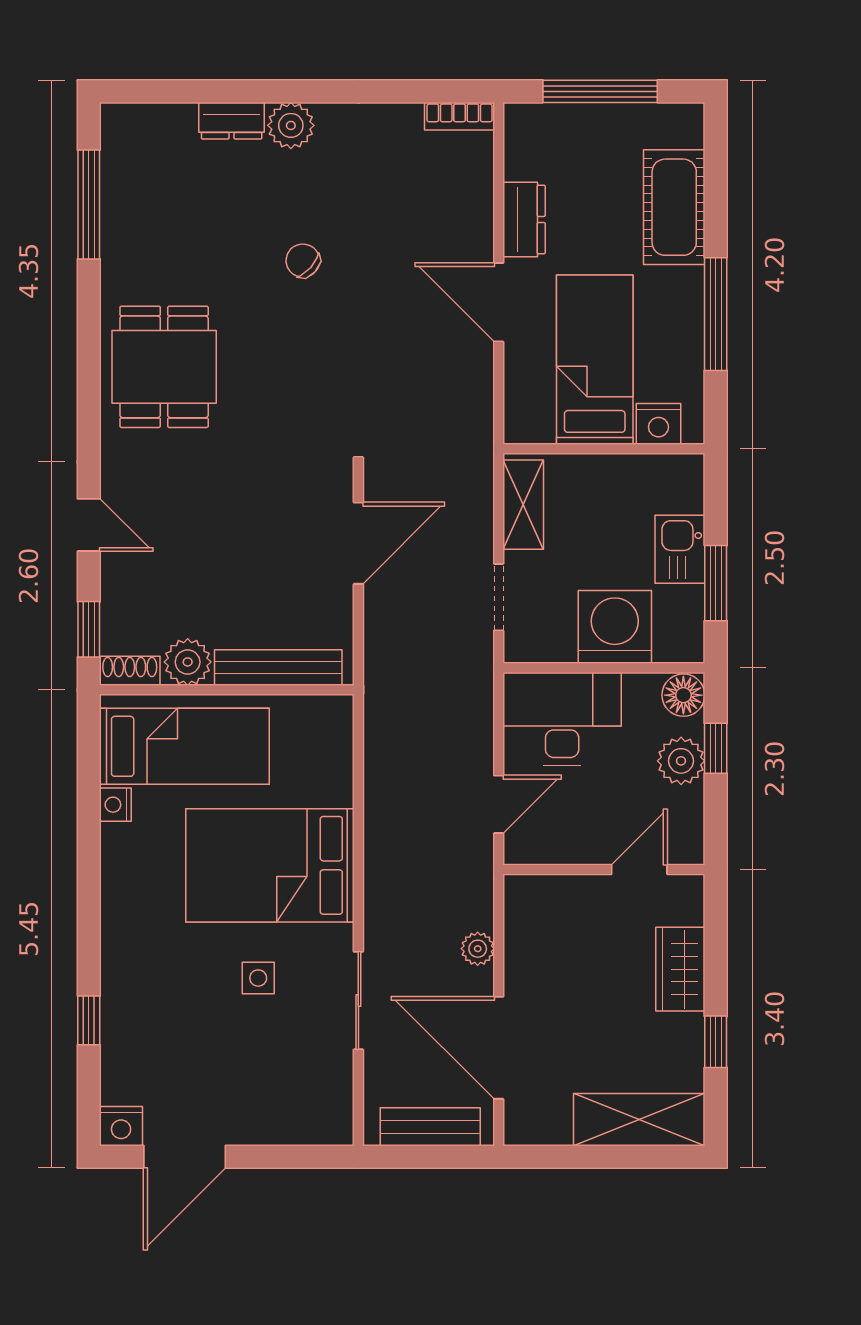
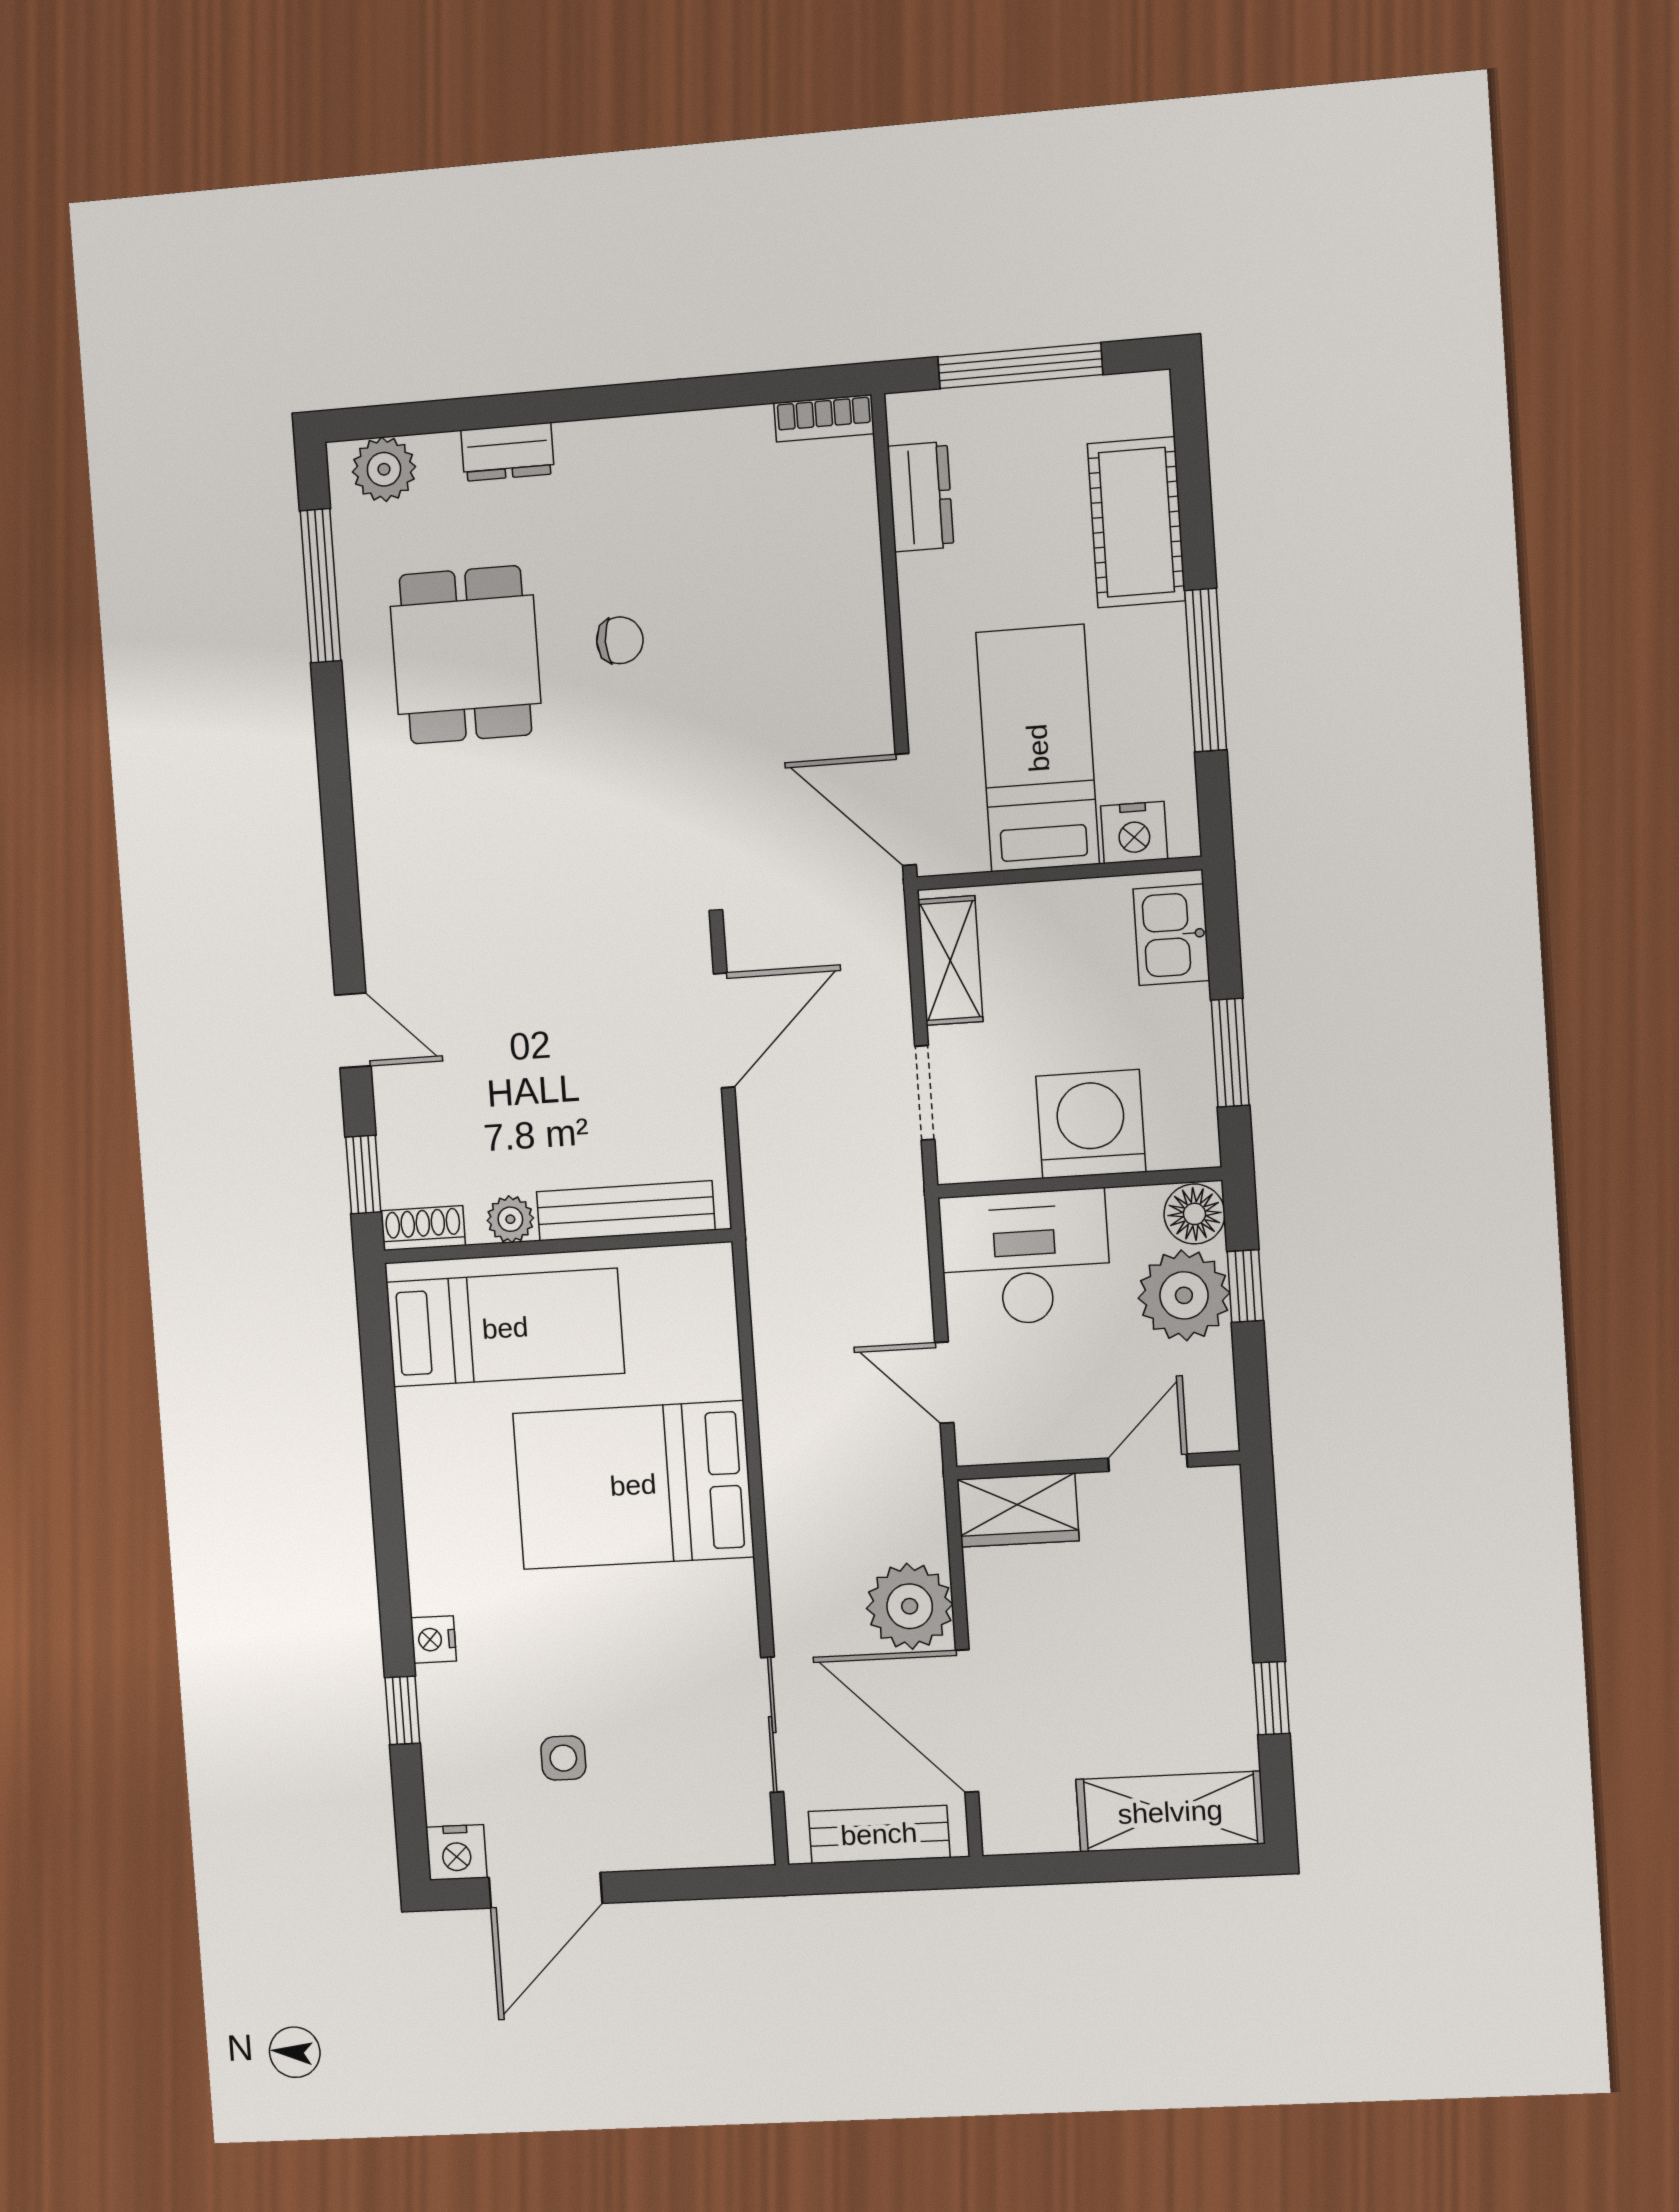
plant: (291, 125) -> (384, 469), moved
dresser: (524, 220) -> (921, 497), moved
chair: (303, 261) -> (620, 640), turned 138
door: (499, 302) -> (906, 810), moved
dining table: (164, 367) -> (466, 655), moved
kitchen sink: (680, 549) -> (1171, 935), moved
plant: (188, 662) -> (510, 1219), width x0.73, depth x0.73
plant: (681, 761) -> (1184, 1295), width x1.36, depth x1.36
door: (499, 804) -> (944, 1383), swing flipped
nightstand: (115, 805) -> (433, 1639), moved
plant: (478, 949) -> (910, 1606), width x1.88, depth x1.88
wardrobe: (680, 969) -> (1018, 1510), moved, turned -90
side table: (258, 978) -> (563, 1758), moved
sliding door: (358, 1001) -> (772, 1725), moved

